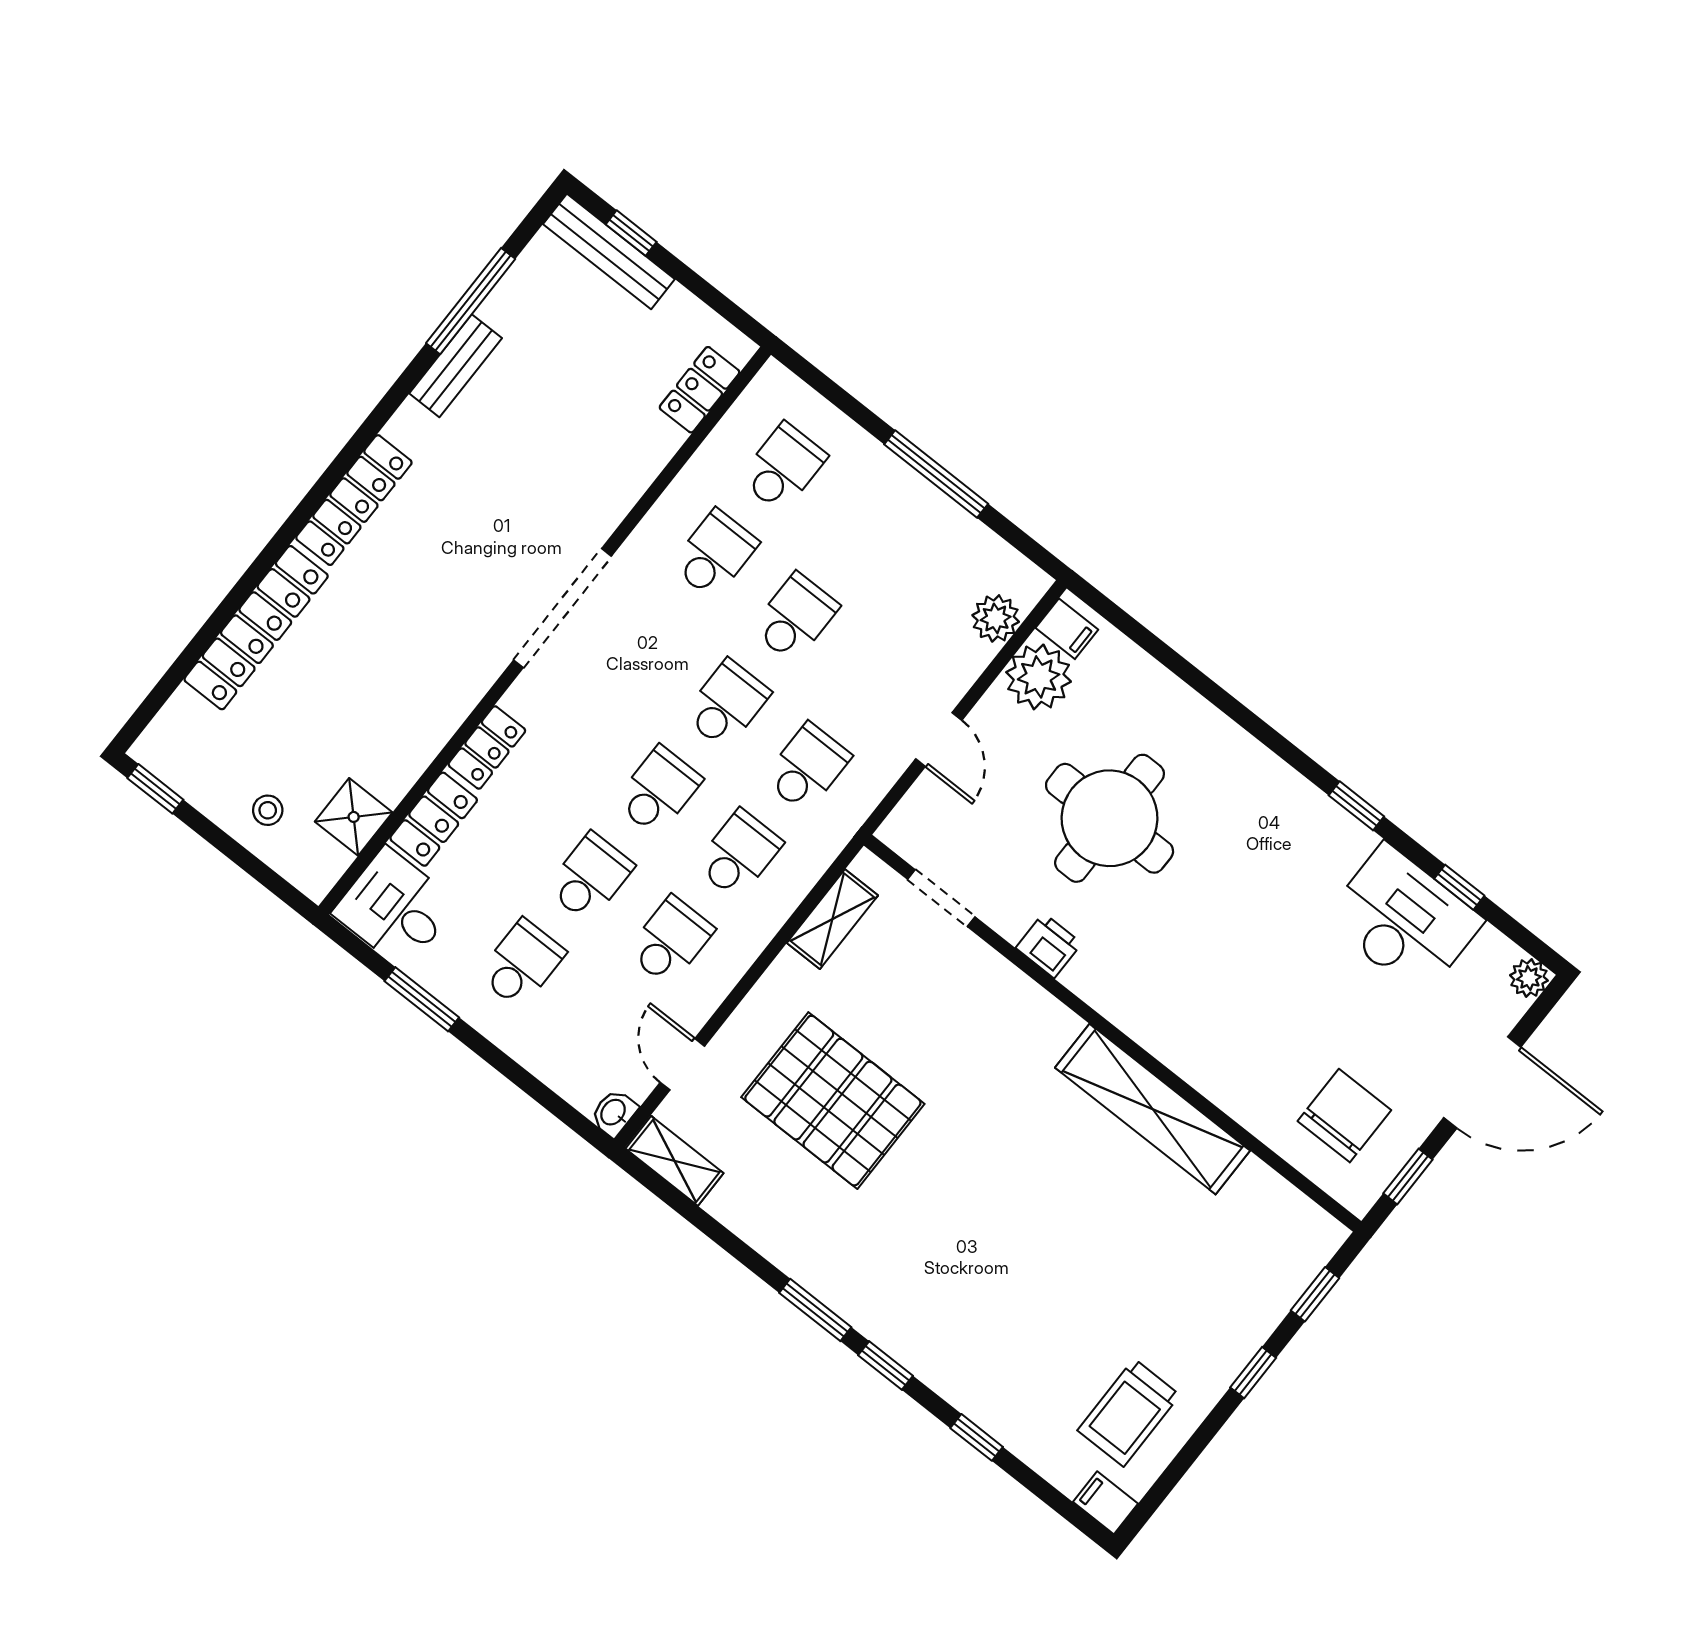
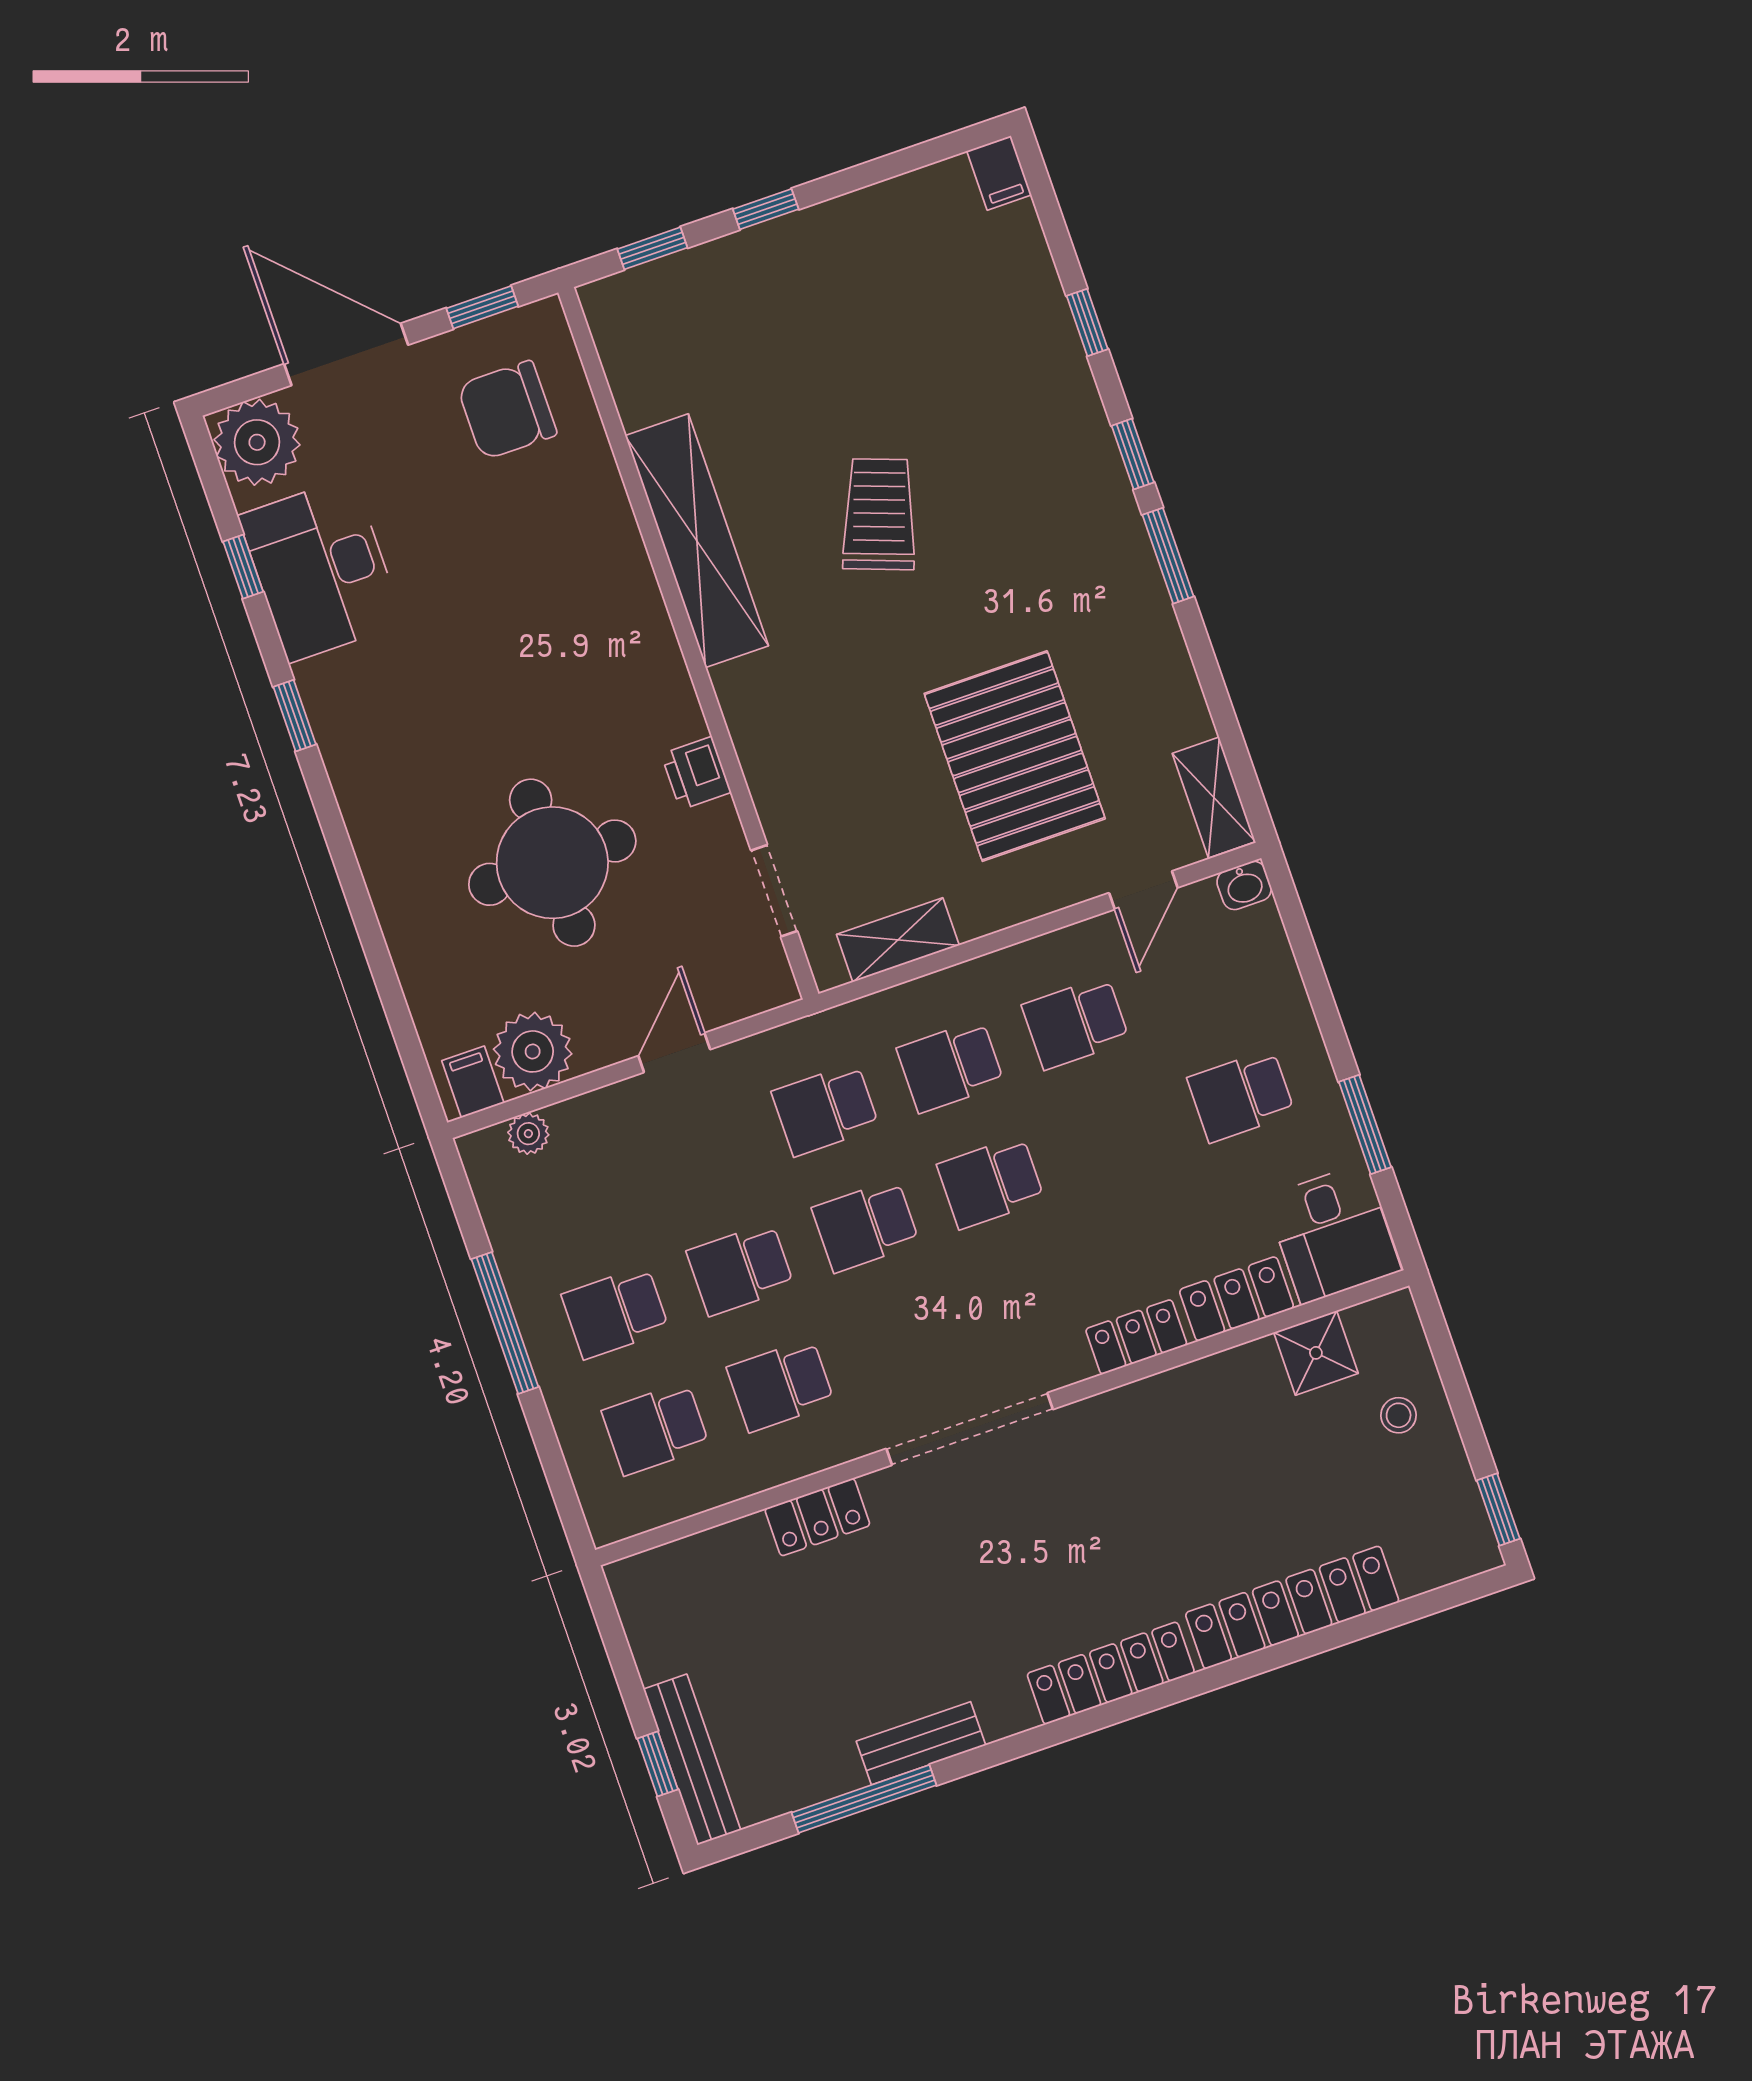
locker: (700, 390) -> (817, 1517), moved
plant: (996, 618) -> (528, 1134), width x0.73, depth x0.73
school desk: (590, 877) -> (615, 1312), moved
plant: (1529, 978) -> (257, 442), width x1.88, depth x1.88
trolley: (1129, 1413) -> (879, 514), moved, turned -70

